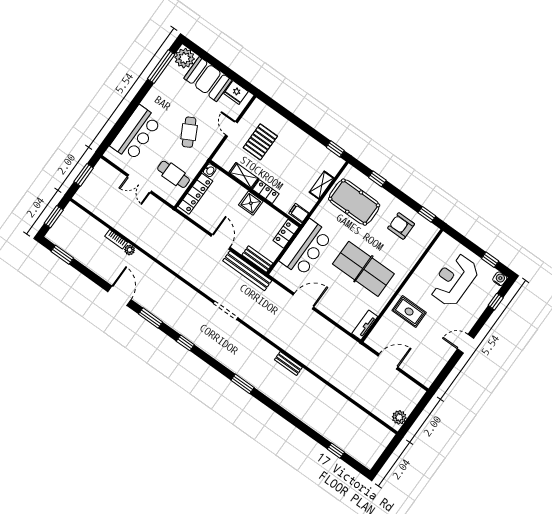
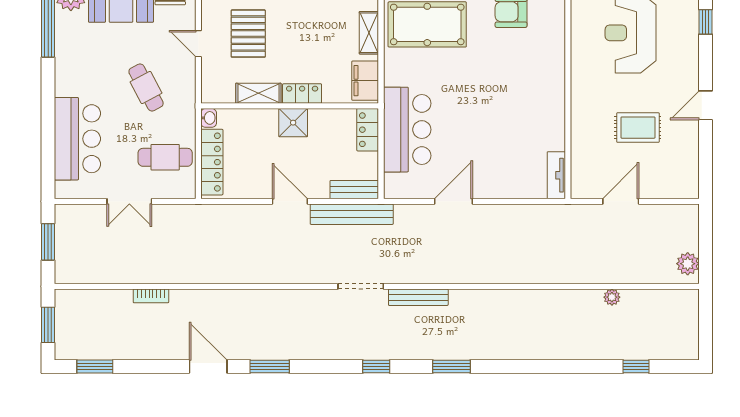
filing cabinet: (299, 213) -> (365, 81), width x2.00
plant: (130, 250) -> (612, 297), moved
table tennis table: (363, 269) -> (502, 103), removed
rug: (409, 312) -> (638, 128), moved
window: (185, 343) -> (376, 367), moved
bench: (288, 364) -> (418, 297), moved, width x1.36

